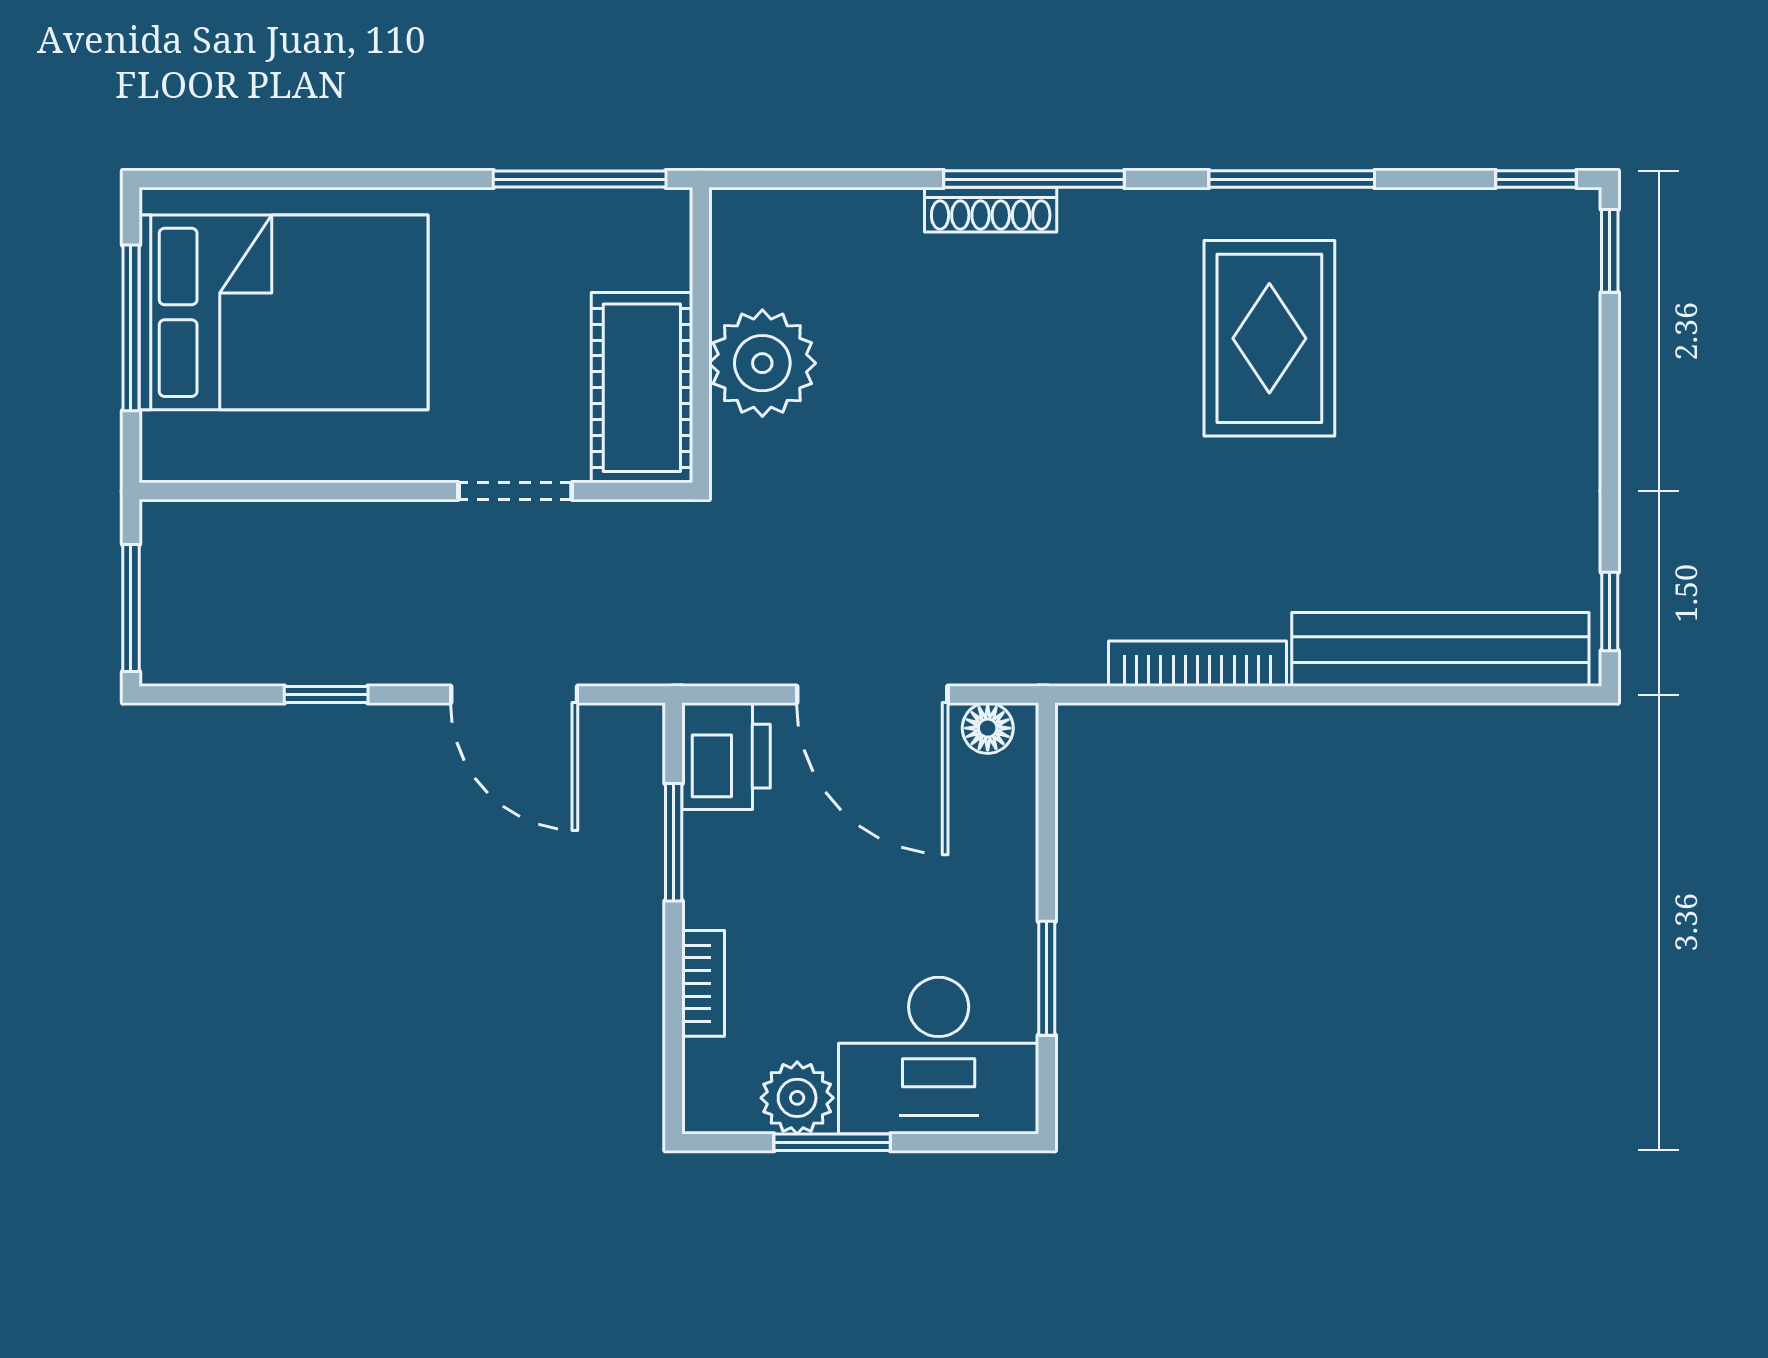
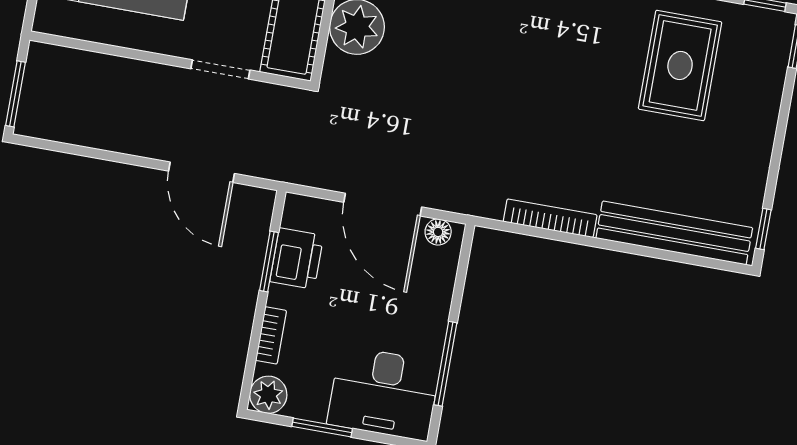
rug: (1269, 338) -> (680, 66), moved
window: (326, 695) -> (106, 155), removed
printer: (726, 756) -> (297, 259), moved
window: (1047, 978) -> (445, 364), width x1.44
plant: (797, 1098) -> (268, 395), moved

